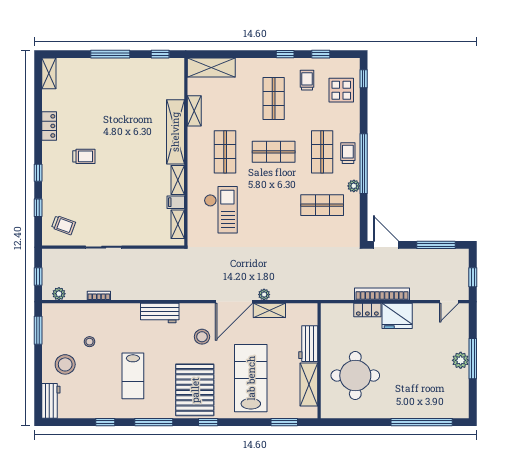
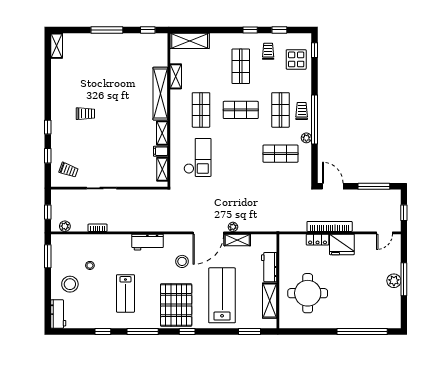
locker: (49, 126) -> (57, 89), removed

